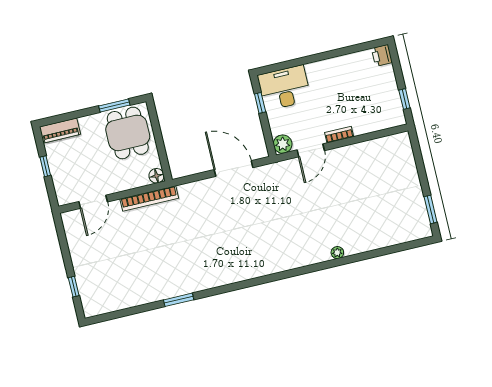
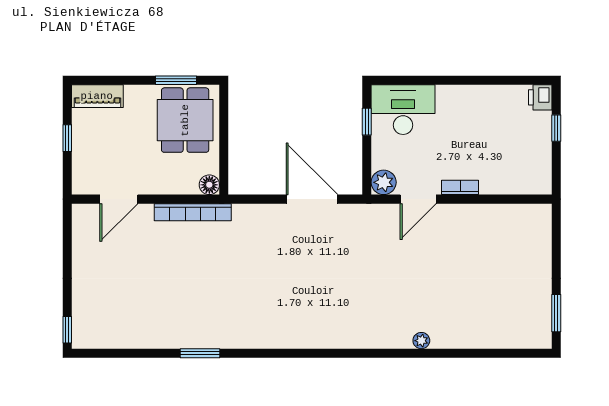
window: (404, 99) -> (556, 128), moved
window: (74, 287) -> (67, 330), moved

